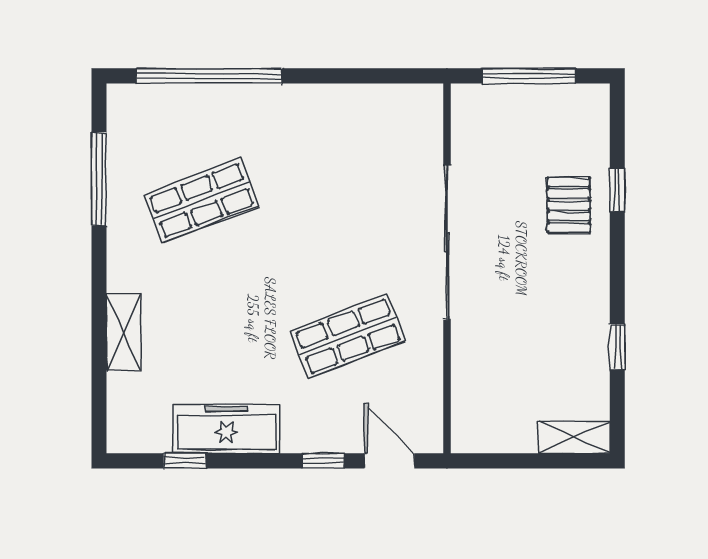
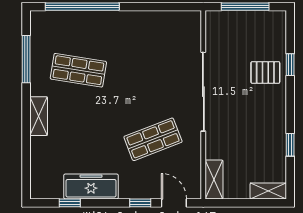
shop shelf: (202, 201) -> (78, 70), turned 30
pallet: (569, 205) -> (265, 72), turned 90
shelving: (124, 333) -> (39, 116), moved
shelving: (468, 415) -> (214, 179), added

